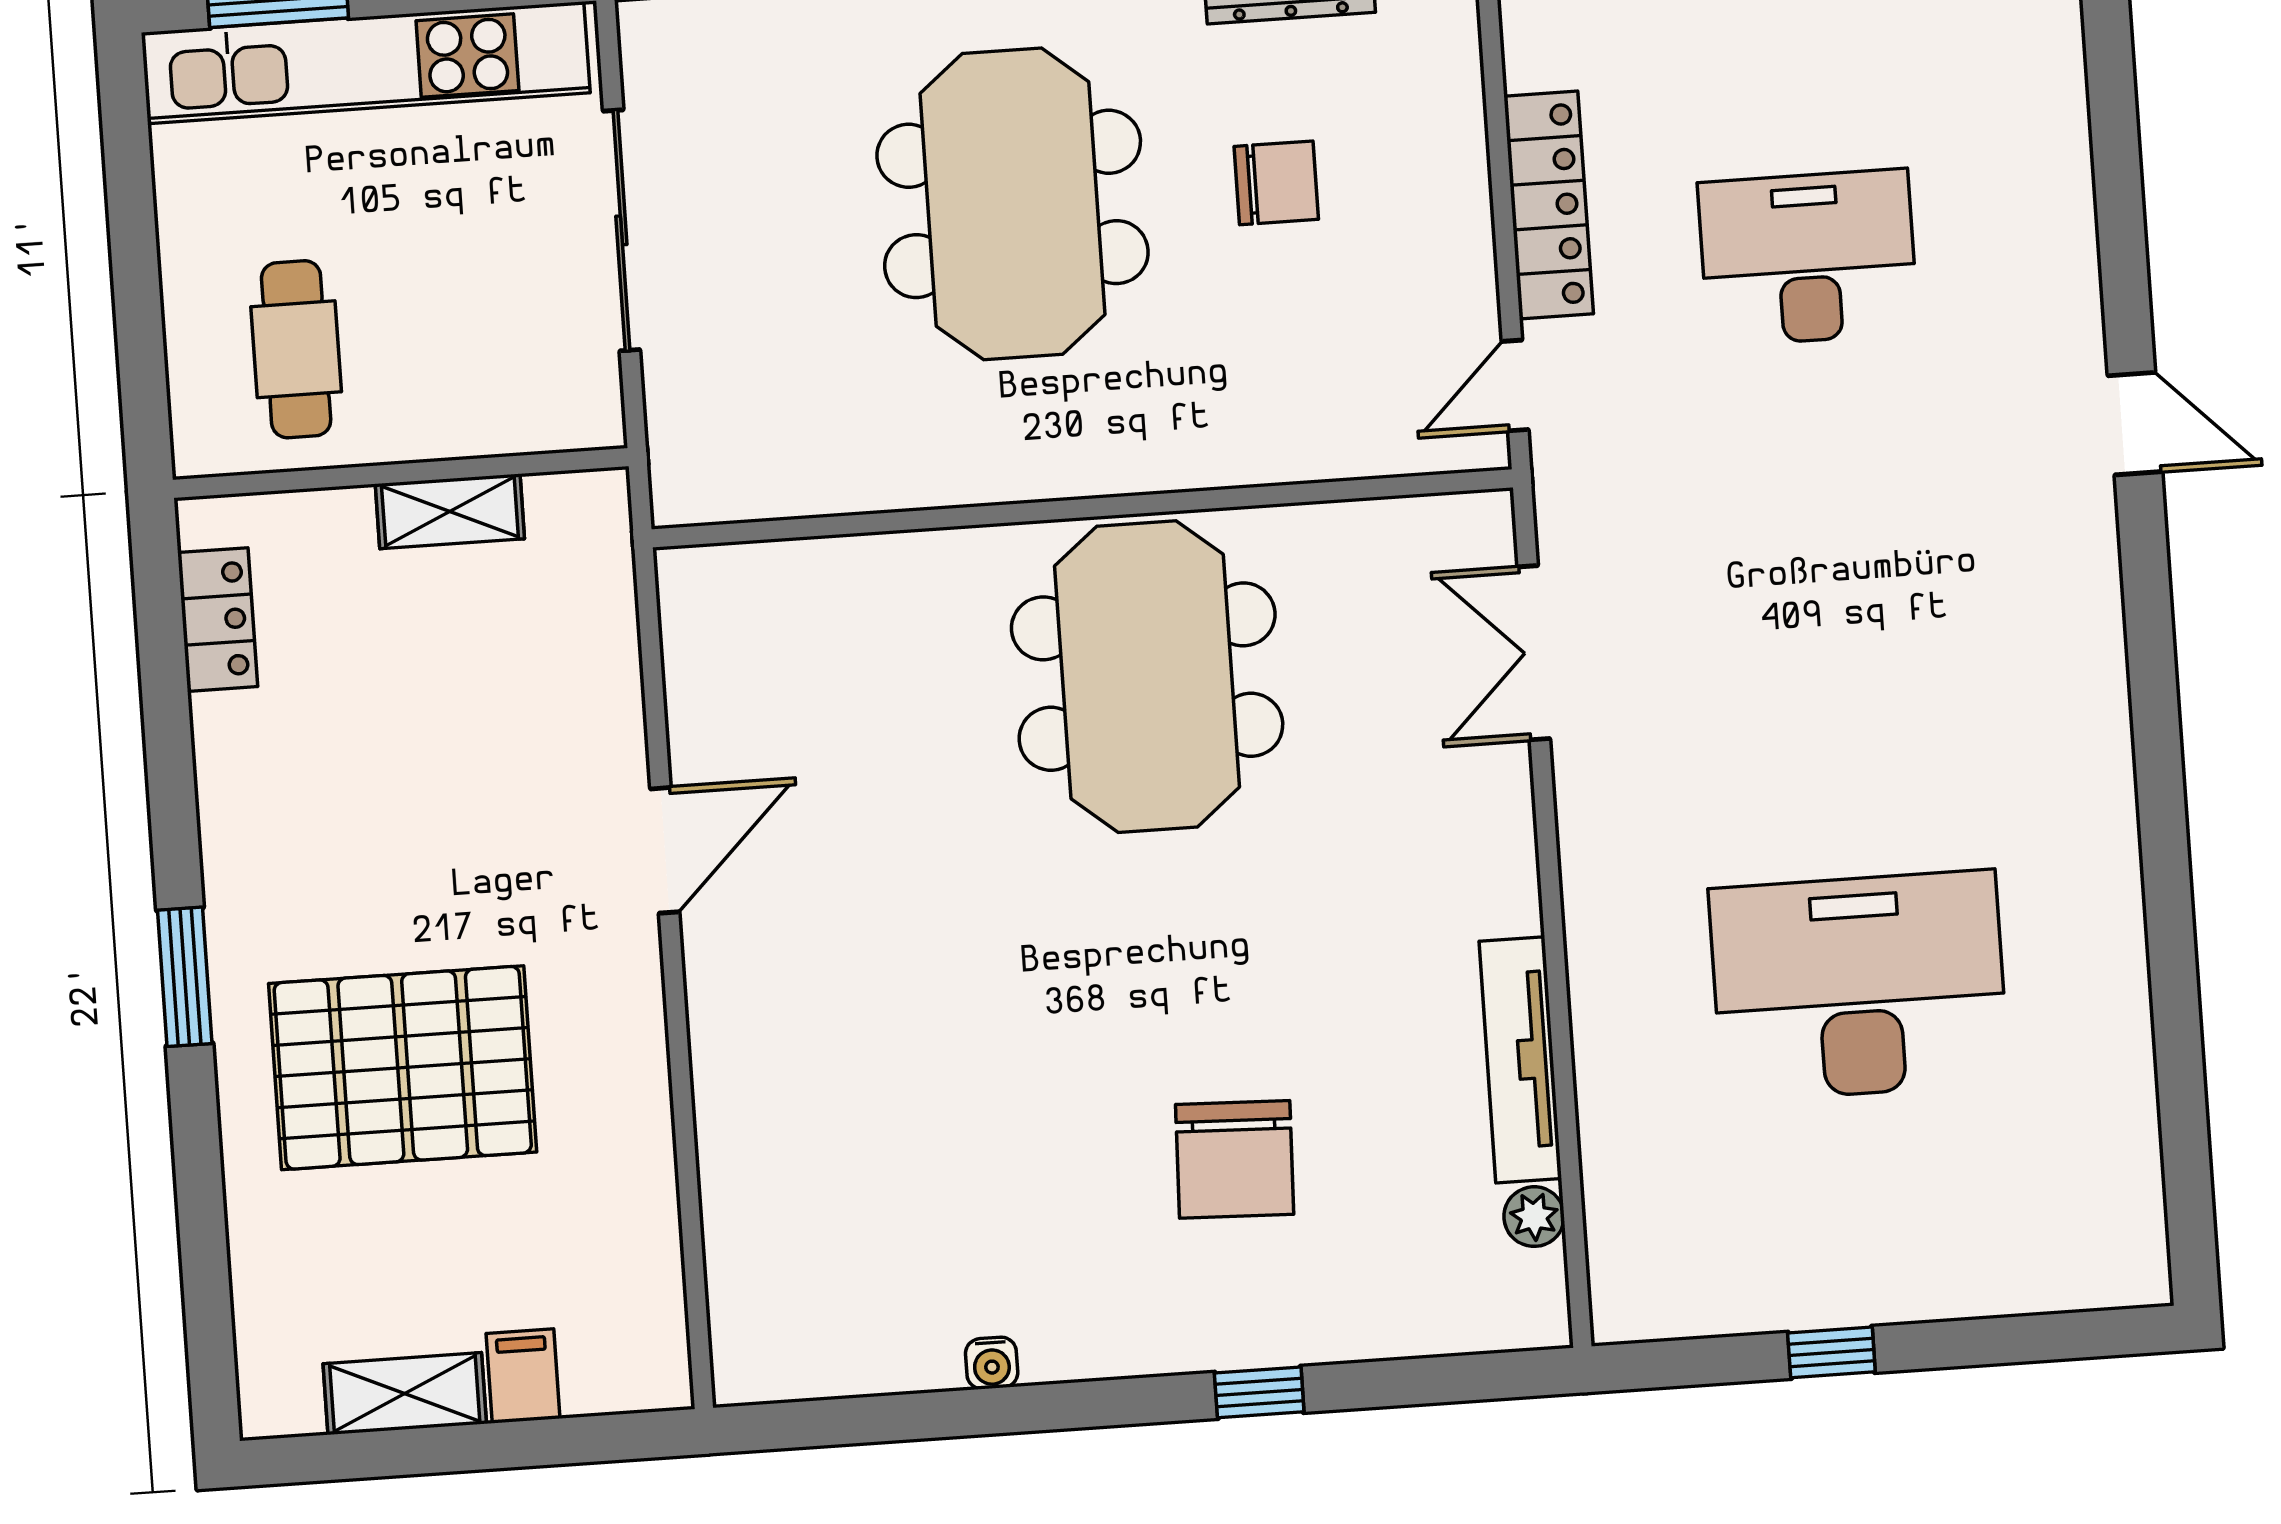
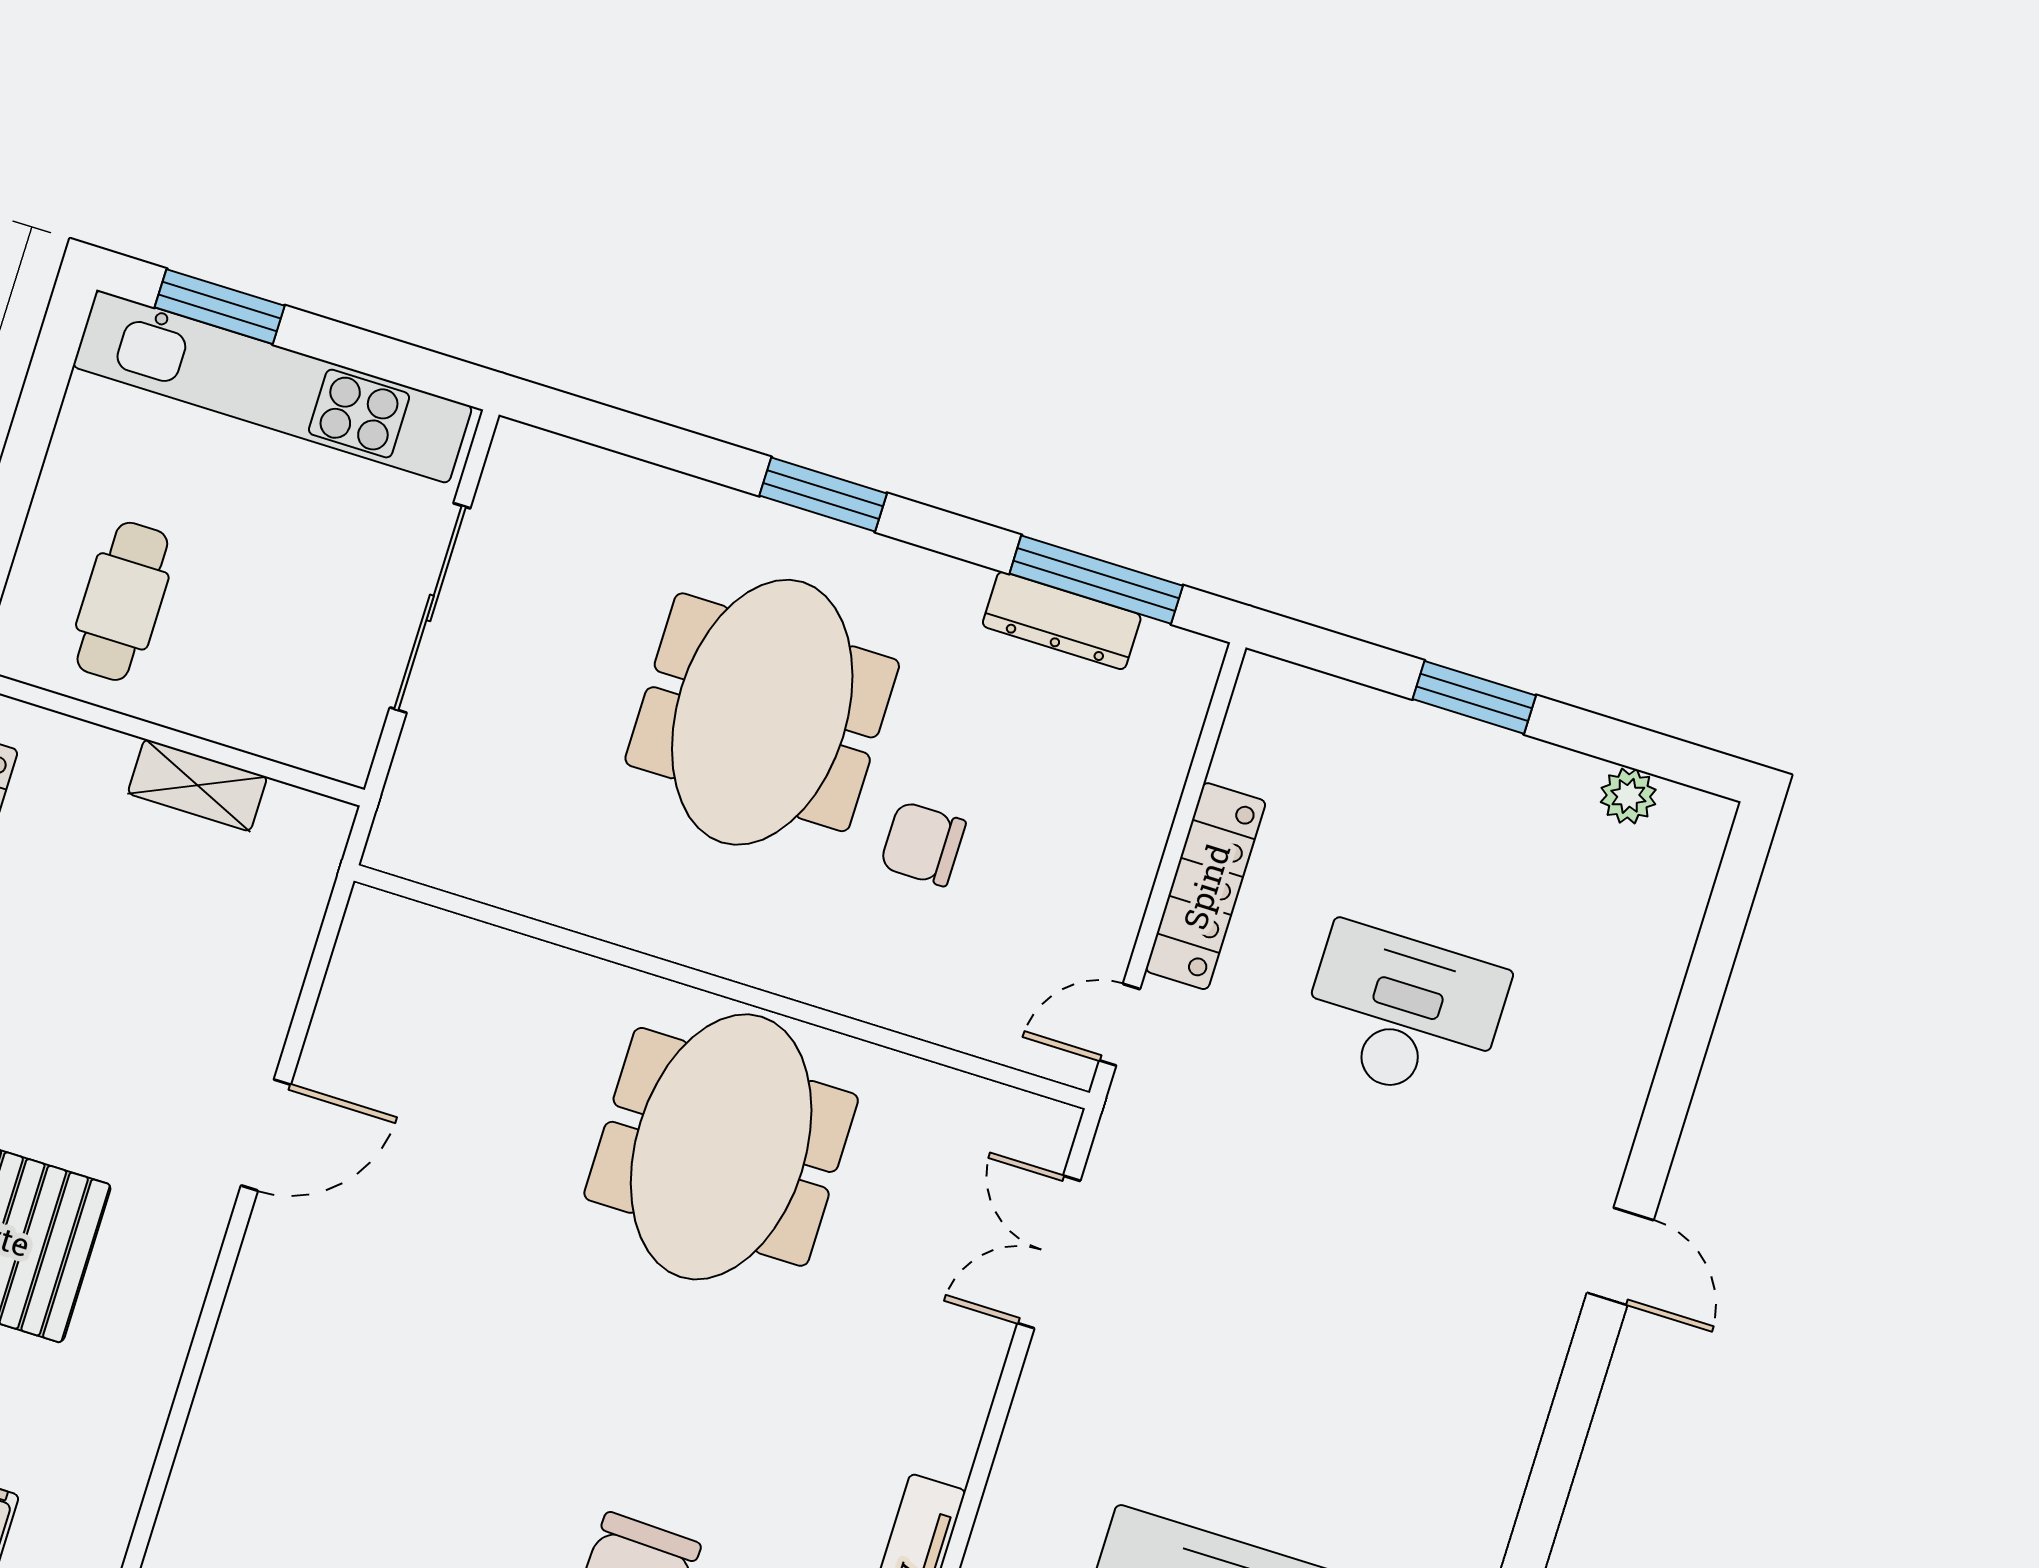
chair: (1276, 183) -> (923, 844), moved, turned 180

